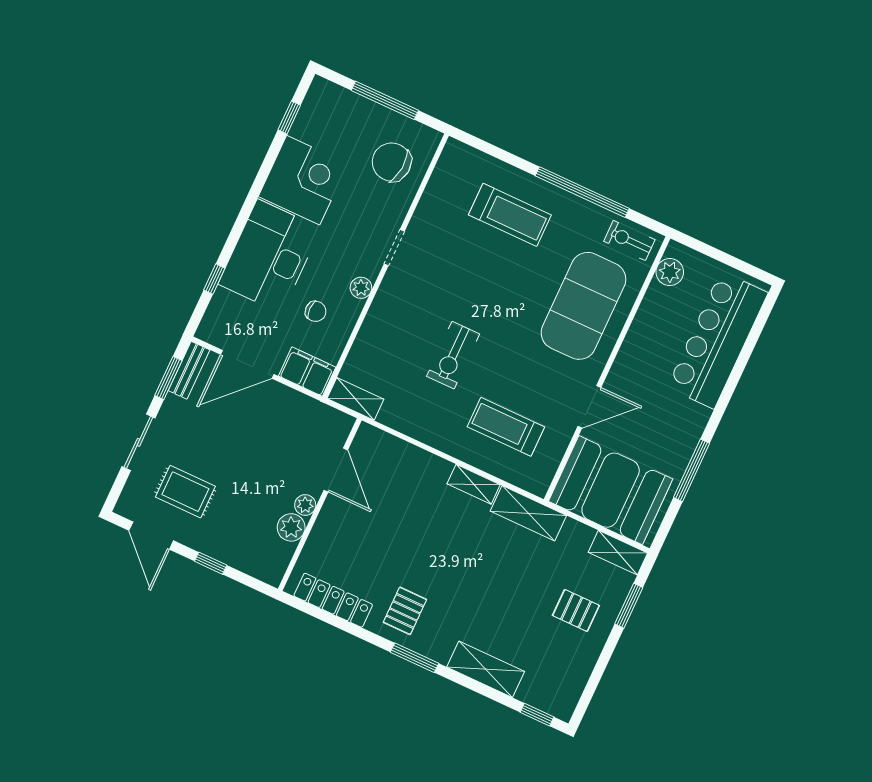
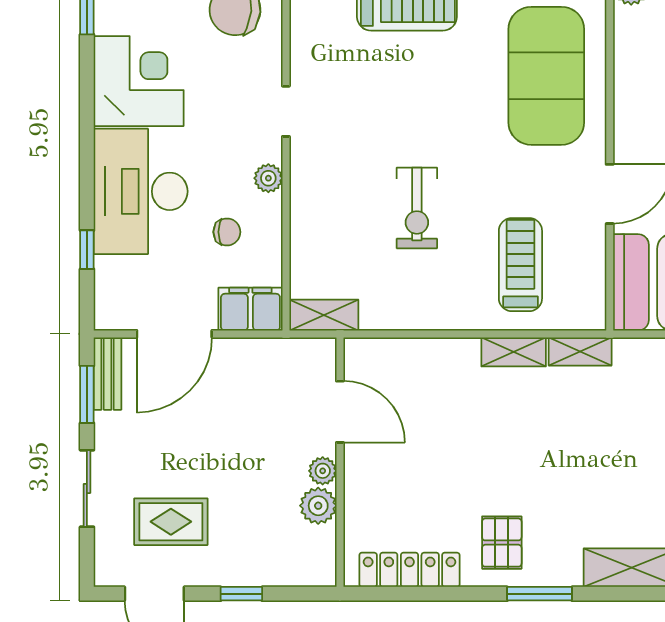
treadmill: (506, 427) -> (520, 265), turned 90
shelving: (528, 513) -> (580, 351), width x0.67, depth x0.75

